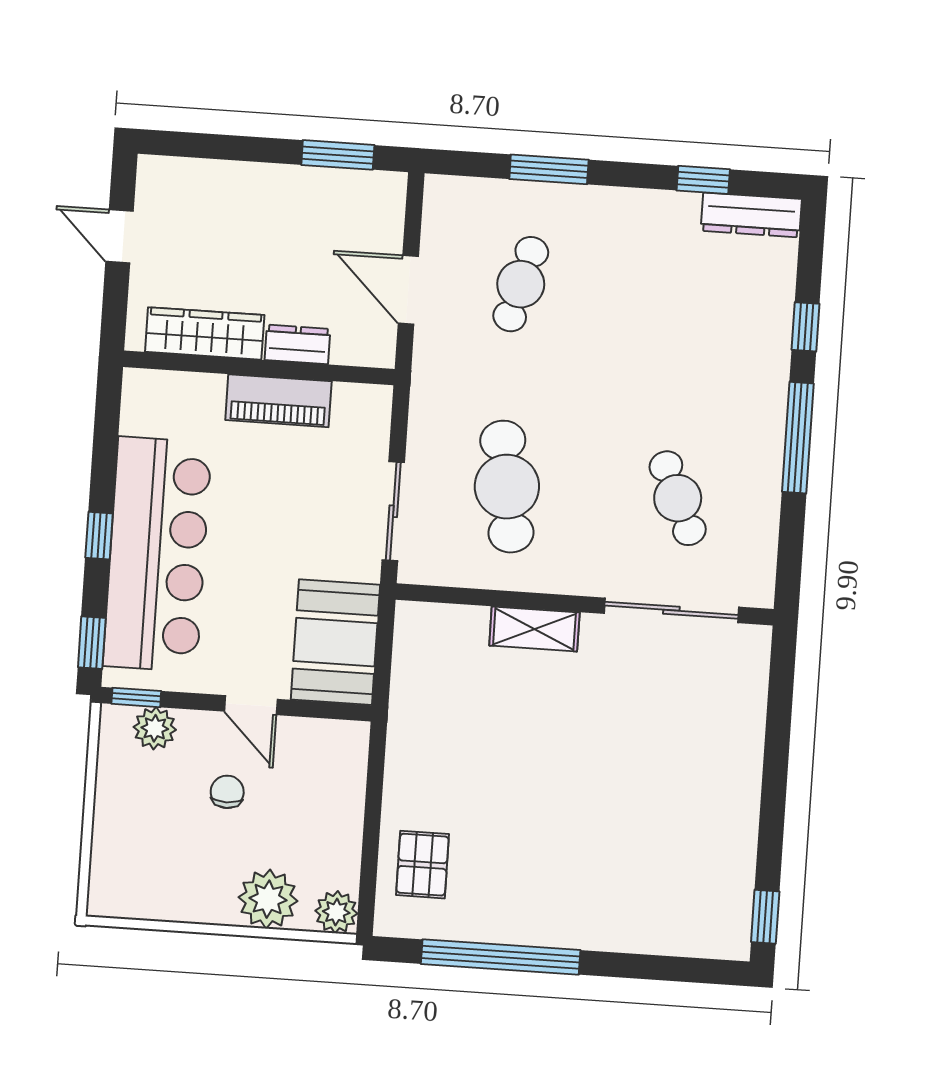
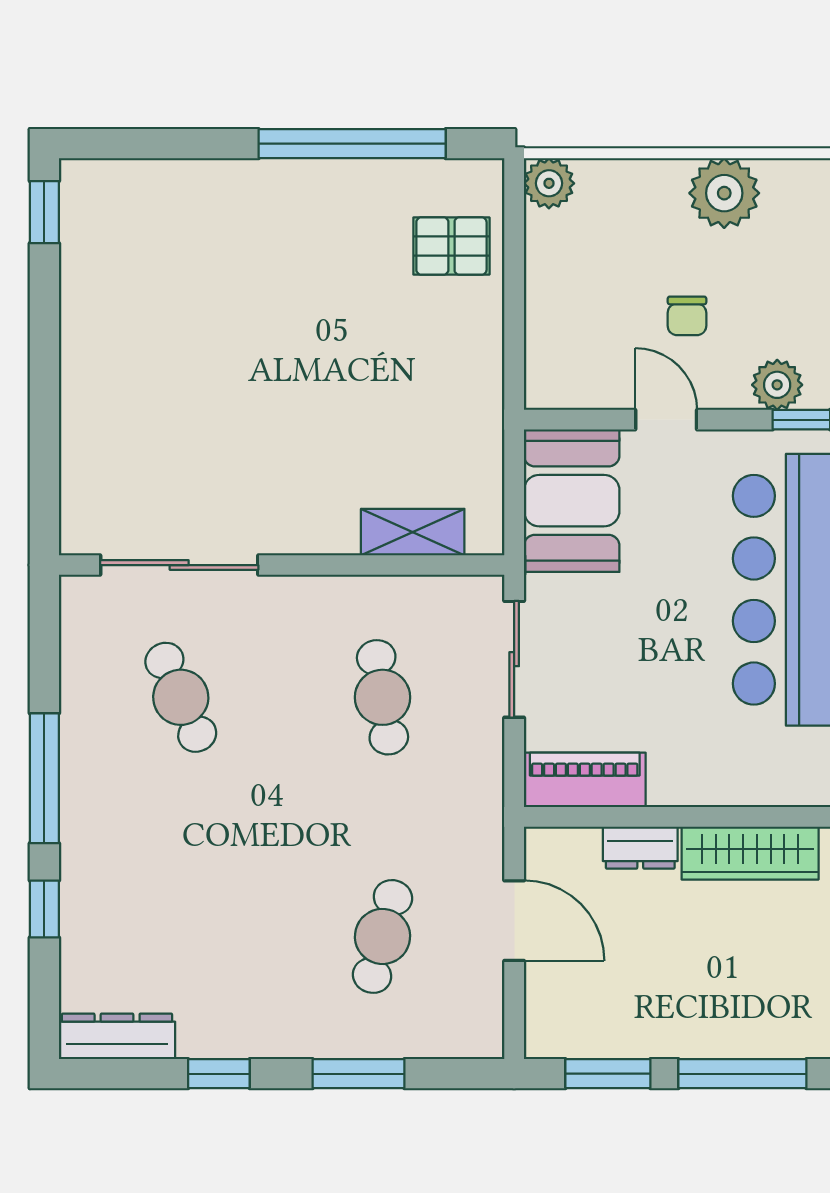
window: (224, 147) -> (742, 1074), added
window: (703, 180) -> (219, 1074), moved
piano: (278, 401) -> (585, 780), moved
cafe table: (507, 487) -> (383, 697), width x0.73, depth x0.74
shelving: (534, 629) -> (413, 532), moved
pallet: (422, 865) -> (451, 246), turned 90
plant: (268, 899) -> (724, 193), moved

